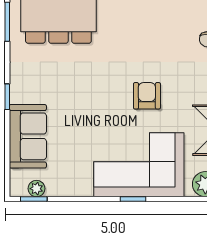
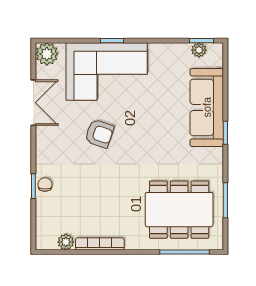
armchair: (147, 96) -> (99, 134), turned -71
sofa: (28, 136) -> (207, 107), width x1.36

